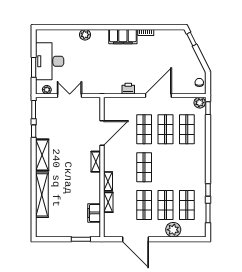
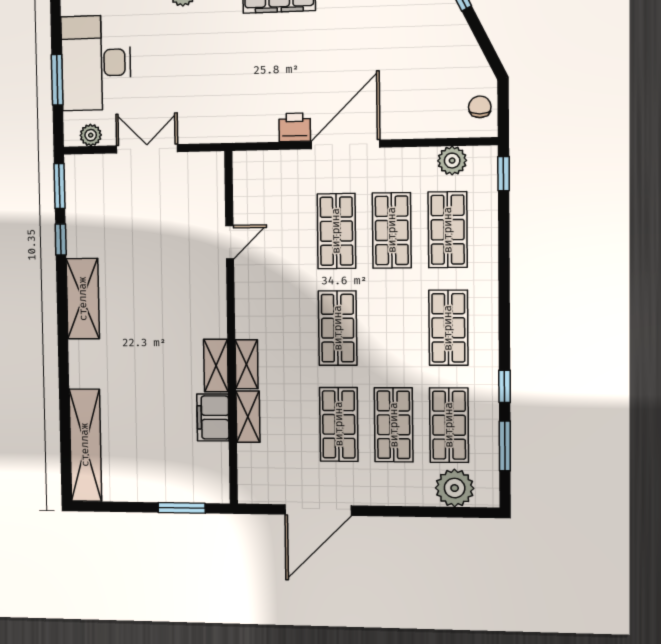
door: (158, 96) -> (345, 144), moved
plant: (200, 103) -> (452, 161), moved
door: (102, 133) -> (230, 242), width x0.53
shelving: (96, 162) -> (216, 365), moved
shop shelf: (187, 167) -> (448, 328), added
shelving: (42, 195) -> (85, 445), moved
filing cabinet: (94, 213) -> (213, 417), moved
plant: (173, 230) -> (455, 488), moved
door: (136, 239) -> (318, 510), hinge flipped

